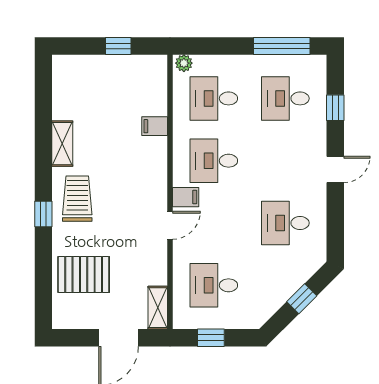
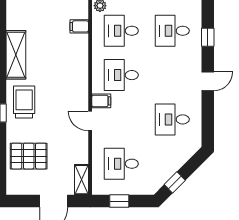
filing cabinet: (155, 126) -> (79, 26), moved
shelving: (62, 144) -> (16, 55), width x1.50, depth x1.33
door: (170, 225) -> (90, 121), swing flipped
window: (302, 299) -> (175, 182), moved

